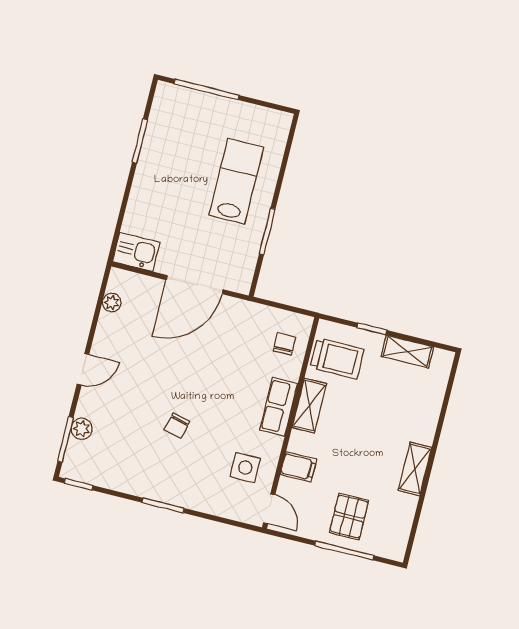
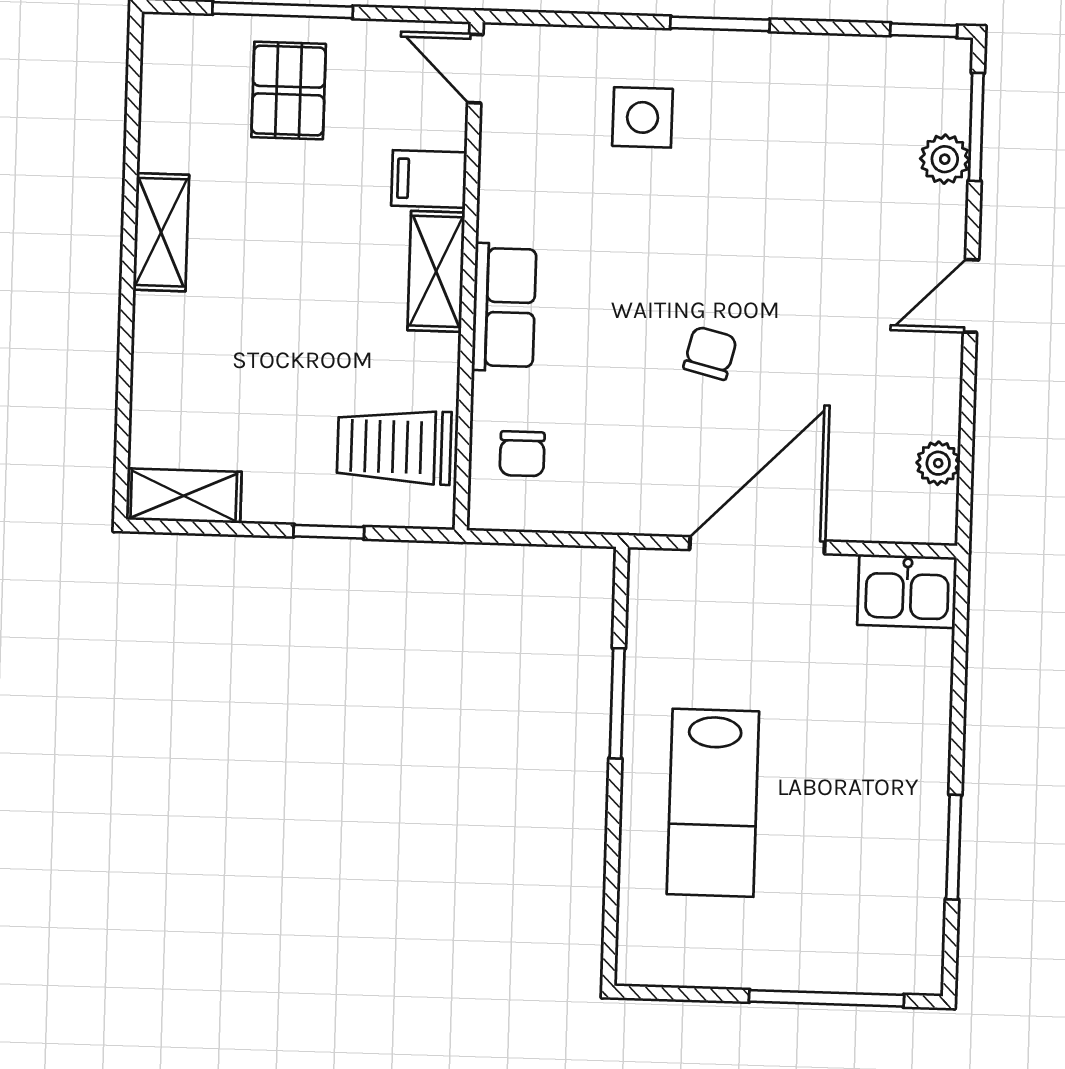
shelving: (407, 352) -> (184, 496), moved
shelving: (309, 406) -> (436, 271), moved
chair: (177, 426) -> (710, 353), moved
side table: (245, 468) -> (643, 117), moved

